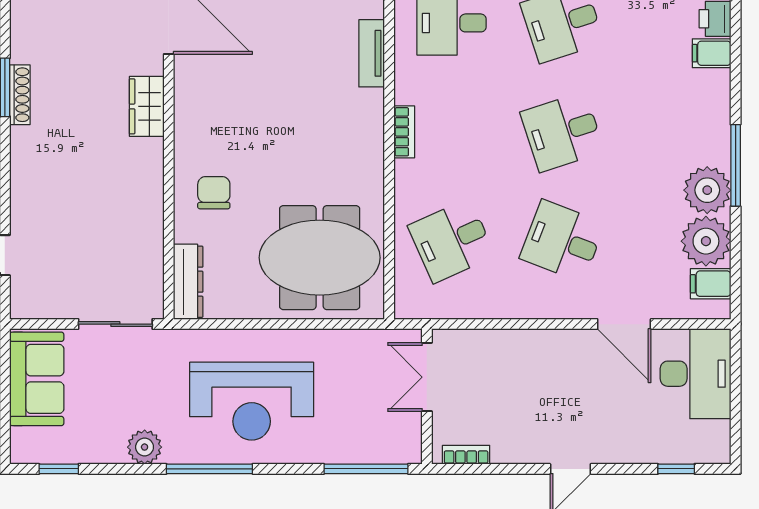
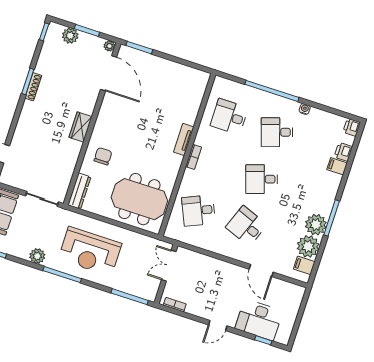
tv unit: (372, 53) -> (184, 140), moved
wardrobe: (147, 106) -> (81, 127), moved
desk: (696, 374) -> (259, 320), moved, turned 90

